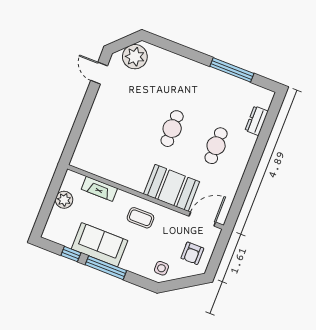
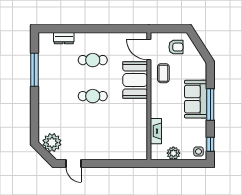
door: (99, 73) -> (74, 163), hinge flipped
coffee table: (140, 218) -> (163, 73), moved
sofa: (100, 245) -> (196, 99), moved
window: (71, 254) -> (210, 144), moved
side table: (161, 268) -> (198, 152), moved

